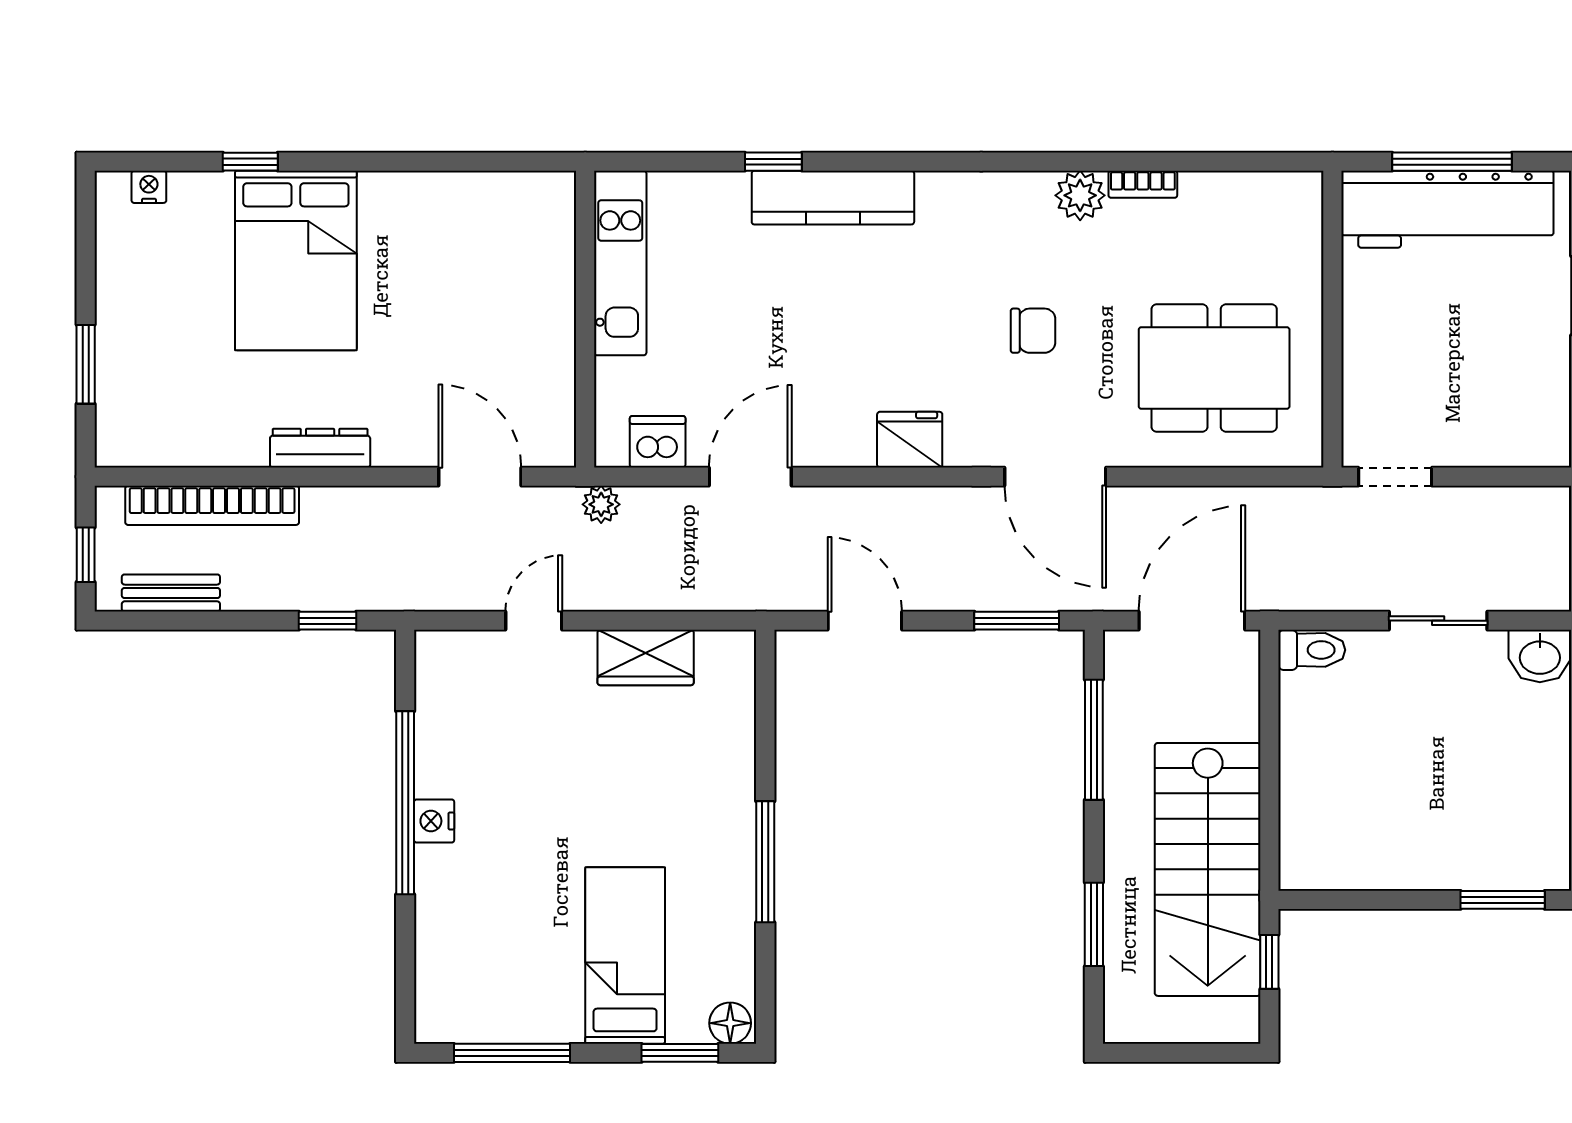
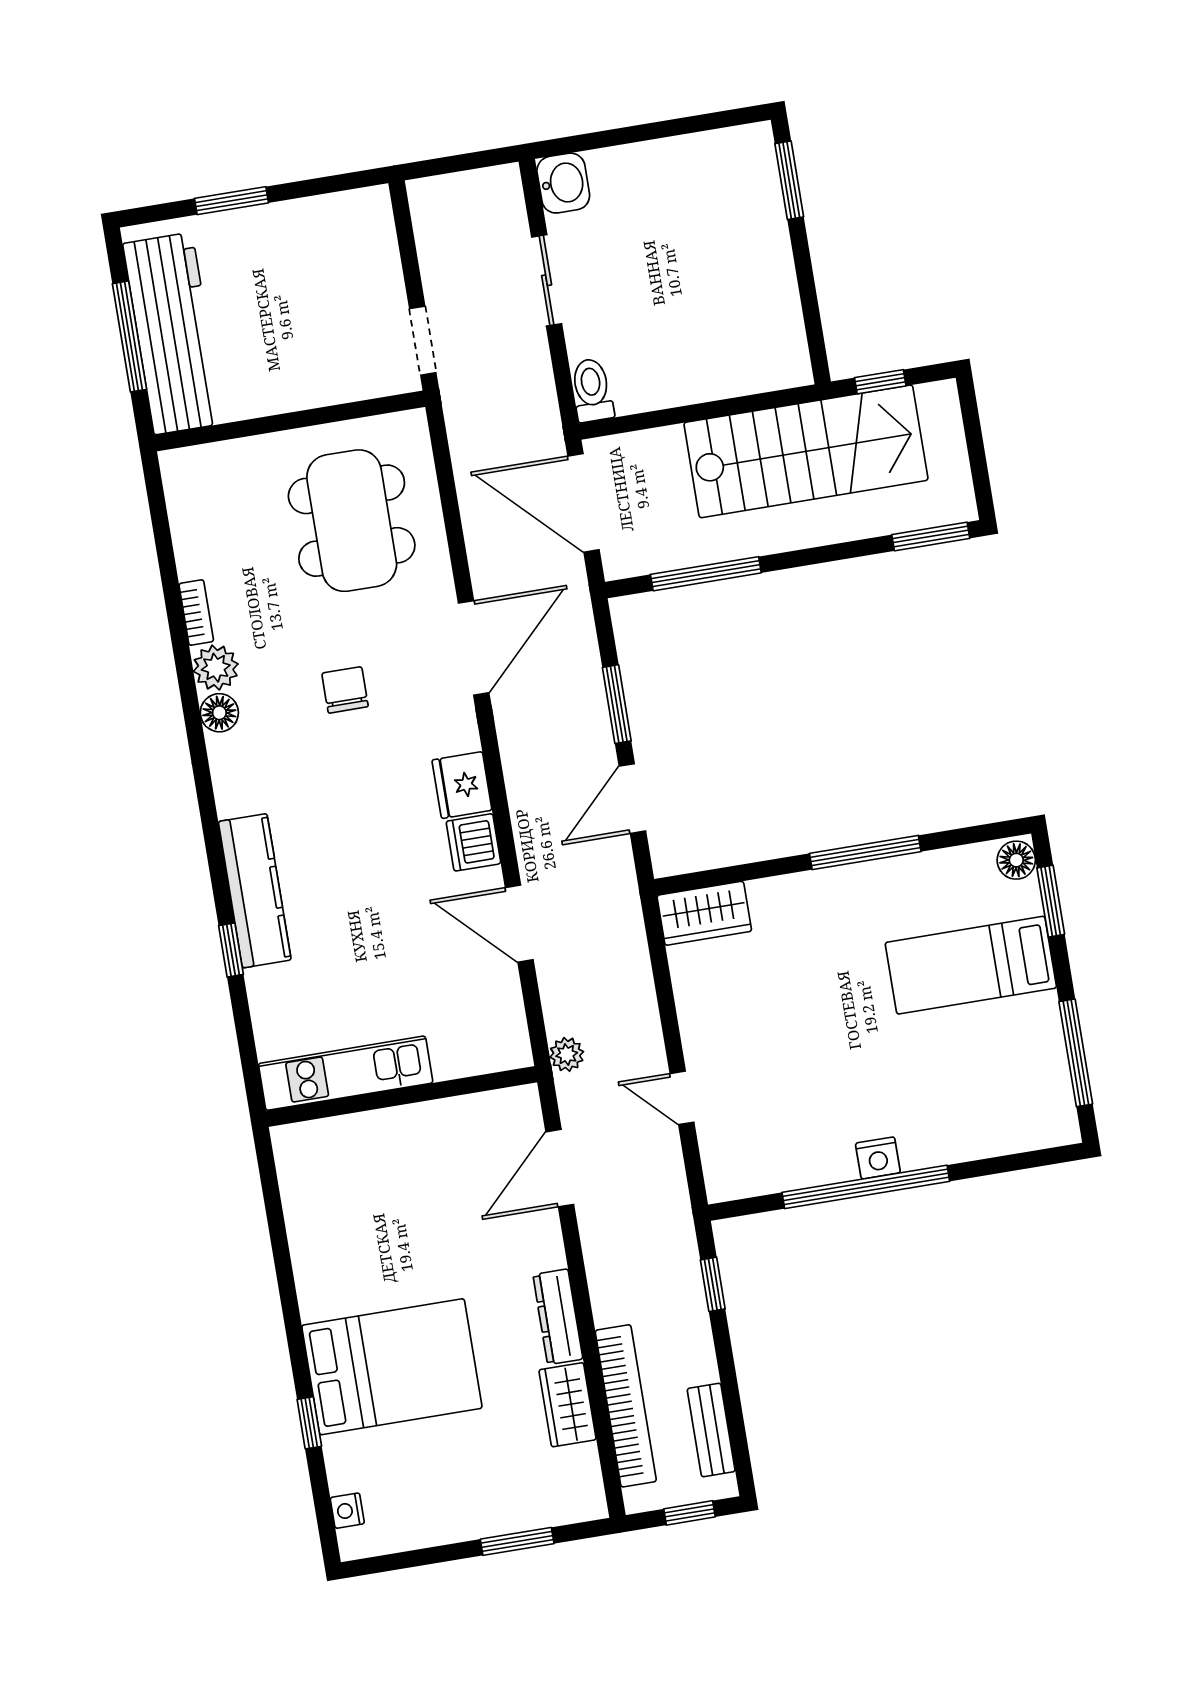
floor lamp: (1031, 191) -> (219, 713), added
dishwasher: (658, 442) -> (473, 842), moved
wardrobe: (224, 443) -> (568, 1405), added
window: (1017, 621) -> (617, 704), moved
wardrobe: (646, 657) -> (704, 913), moved, turned 90
window: (1094, 924) -> (931, 536), moved

